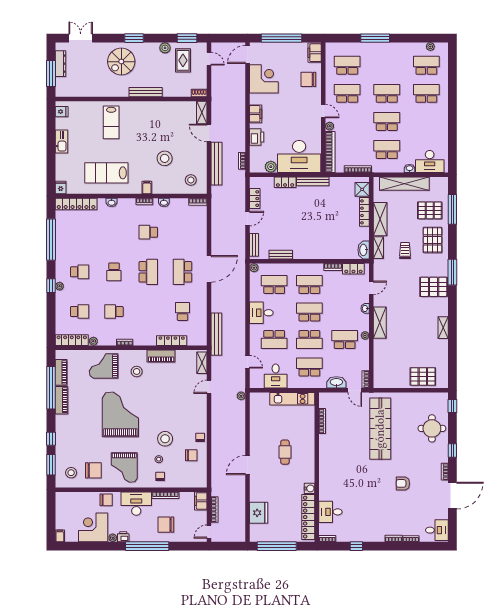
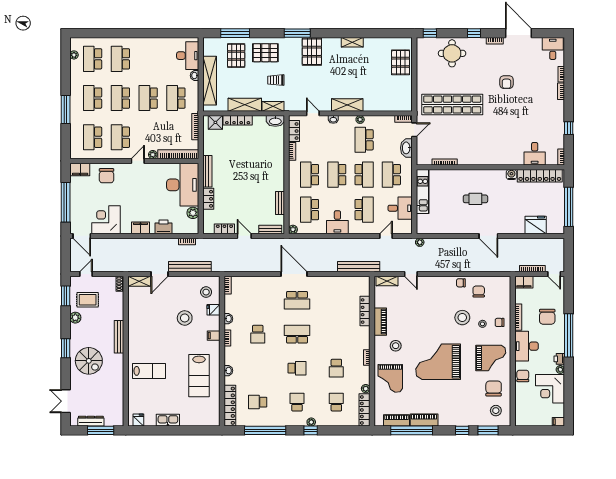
school desk: (387, 65) -> (93, 98), added
fridge: (61, 188) -> (214, 310), moved
school desk: (183, 312) -> (258, 402), moved

